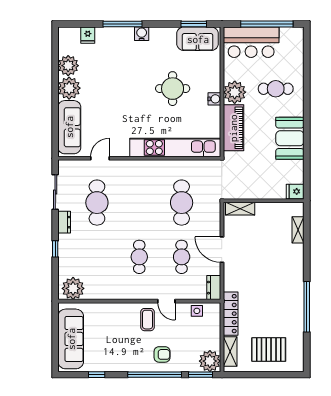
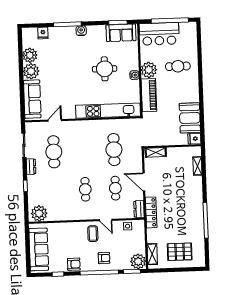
booth: (290, 138) -> (190, 118), moved
locker: (231, 314) -> (151, 212), moved
armchair: (119, 362) -> (74, 264), added

